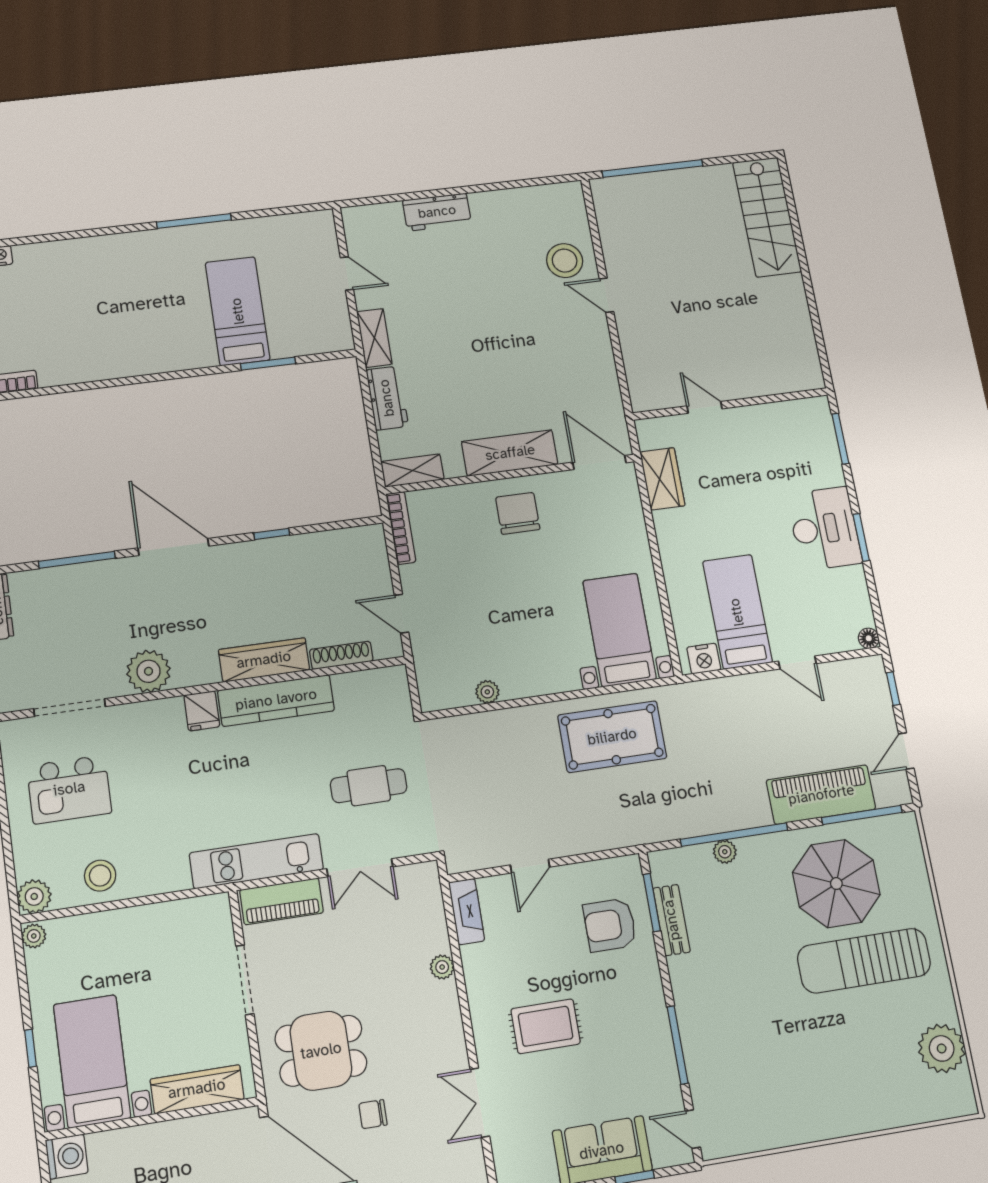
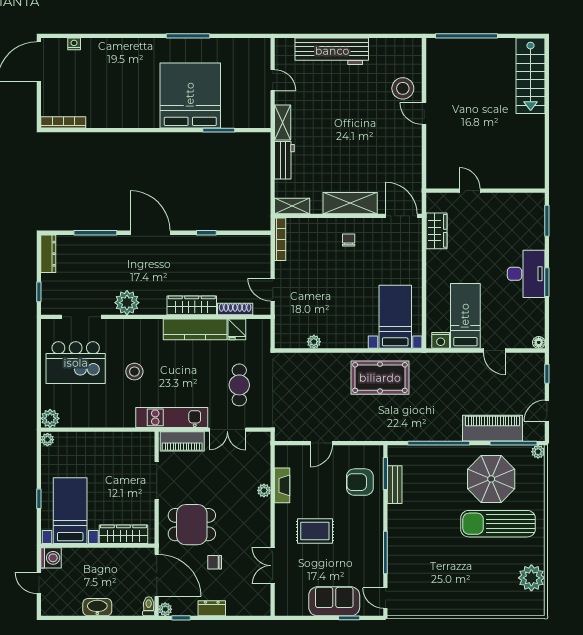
workbench: (437, 212) -> (332, 51), width x1.88, depth x1.32
bed: (238, 311) -> (190, 95), width x2.04
chair: (518, 513) -> (349, 240), width x0.54, depth x0.54
fridge: (202, 711) -> (237, 329), moved
cafe table: (369, 786) -> (239, 385), turned 90
kitchen island: (69, 789) -> (76, 363), width x1.37, depth x1.28
plant: (725, 852) -> (538, 452), moved
stool: (100, 876) -> (134, 372), moved
fireplace: (467, 912) -> (282, 485), moved

